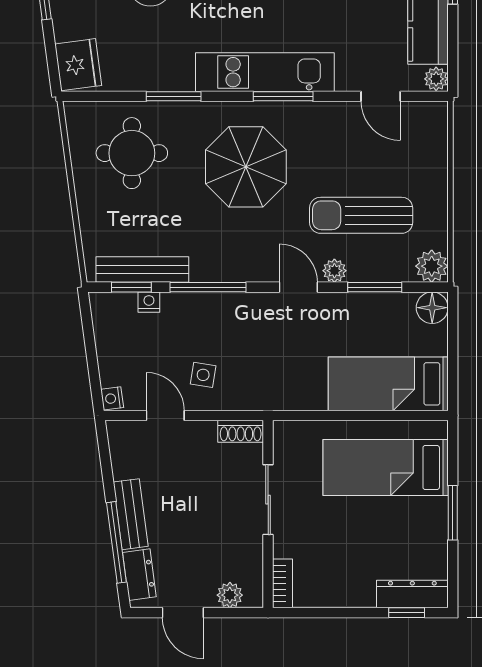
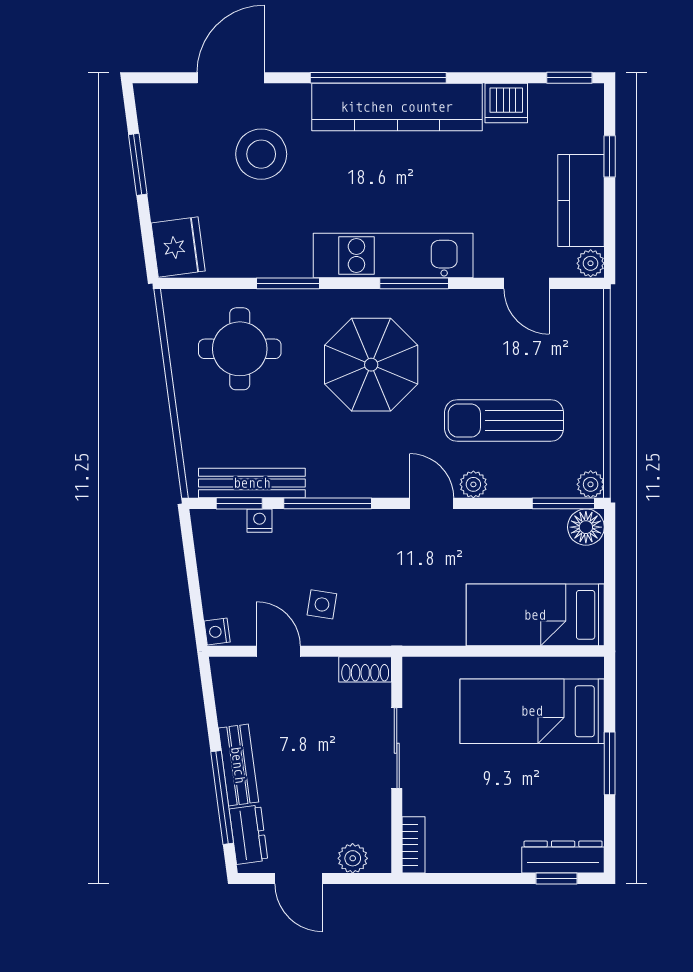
plant: (432, 266) -> (591, 484), width x0.73, depth x0.73
window: (375, 287) -> (563, 503), moved

